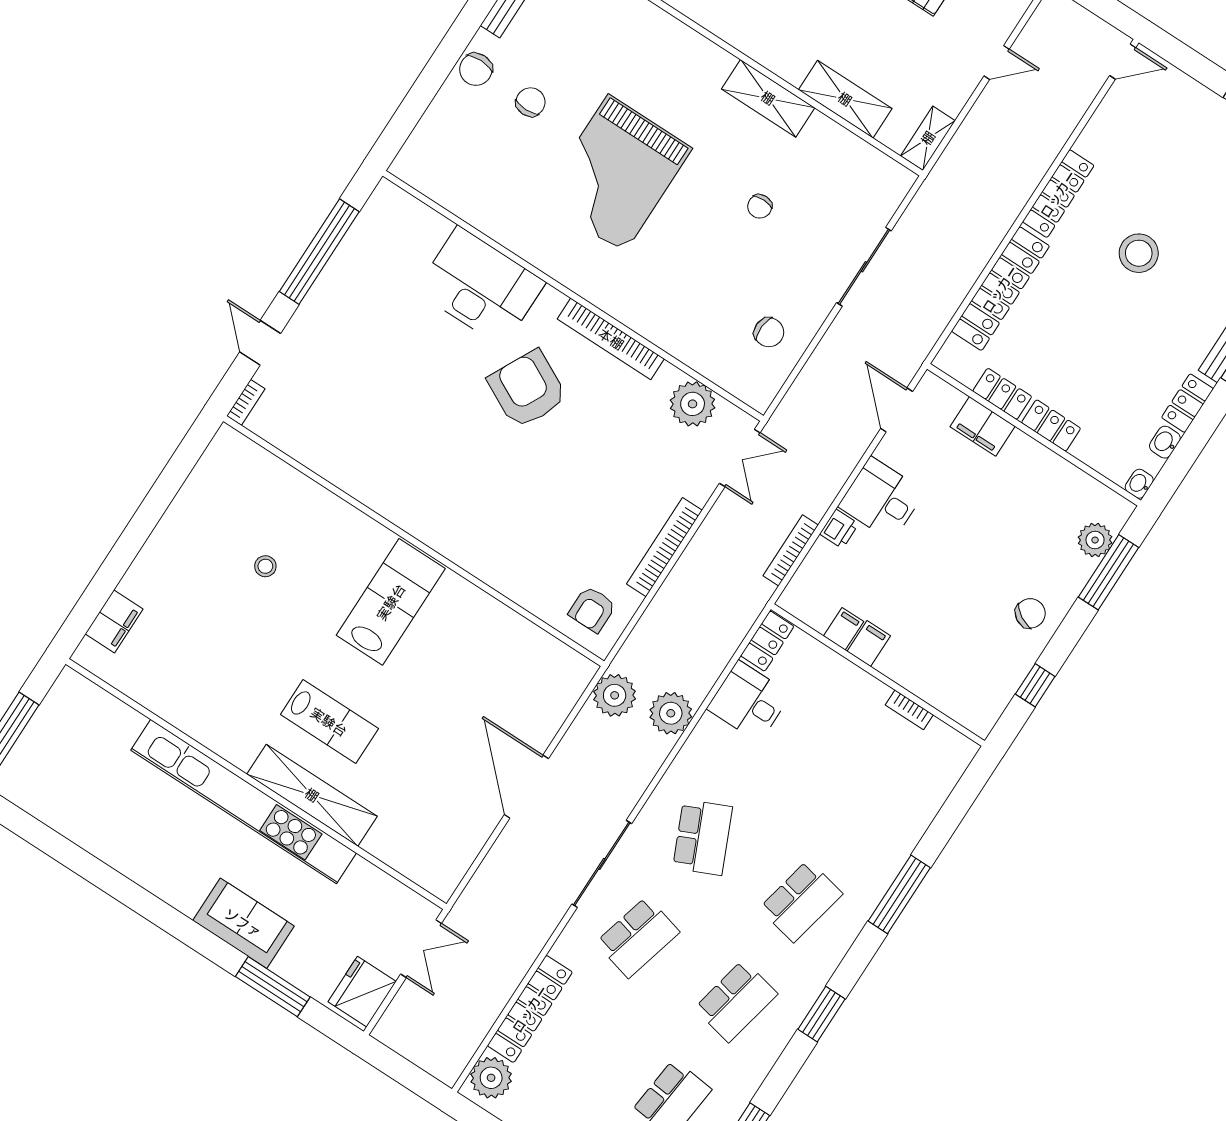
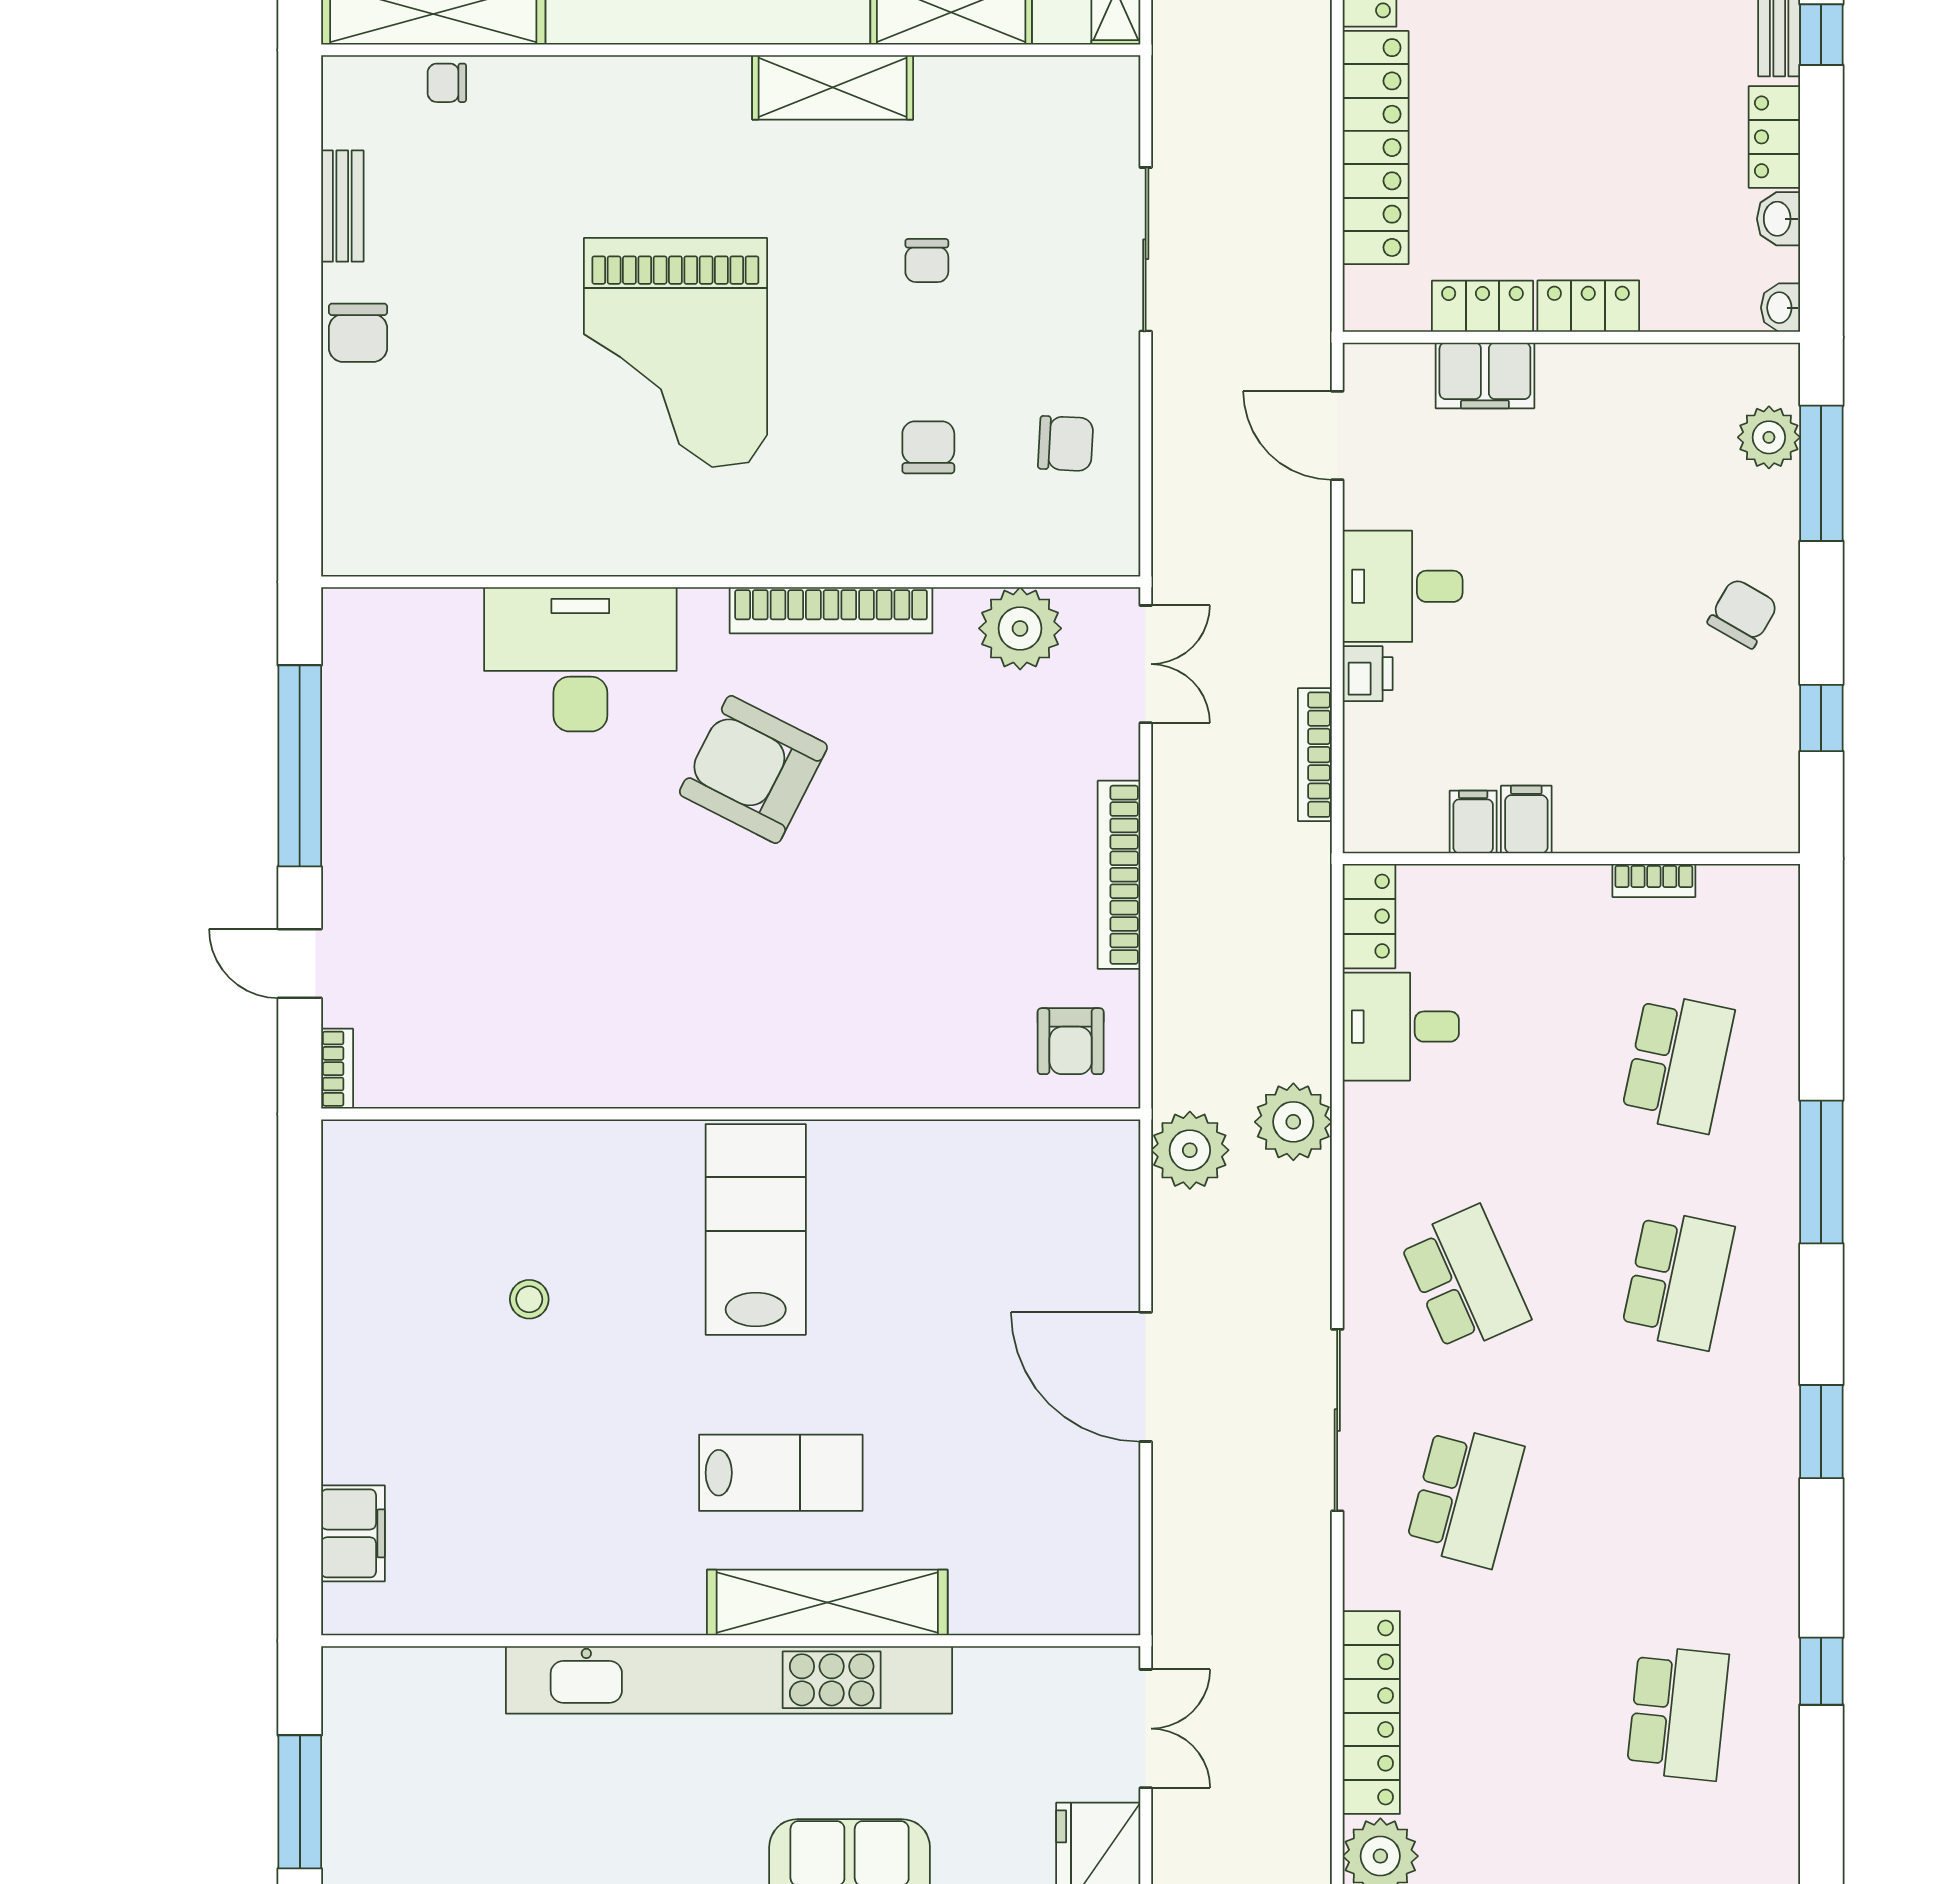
chair: (531, 102) -> (928, 447), moved
school desk: (736, 1001) -> (1678, 1063), moved

